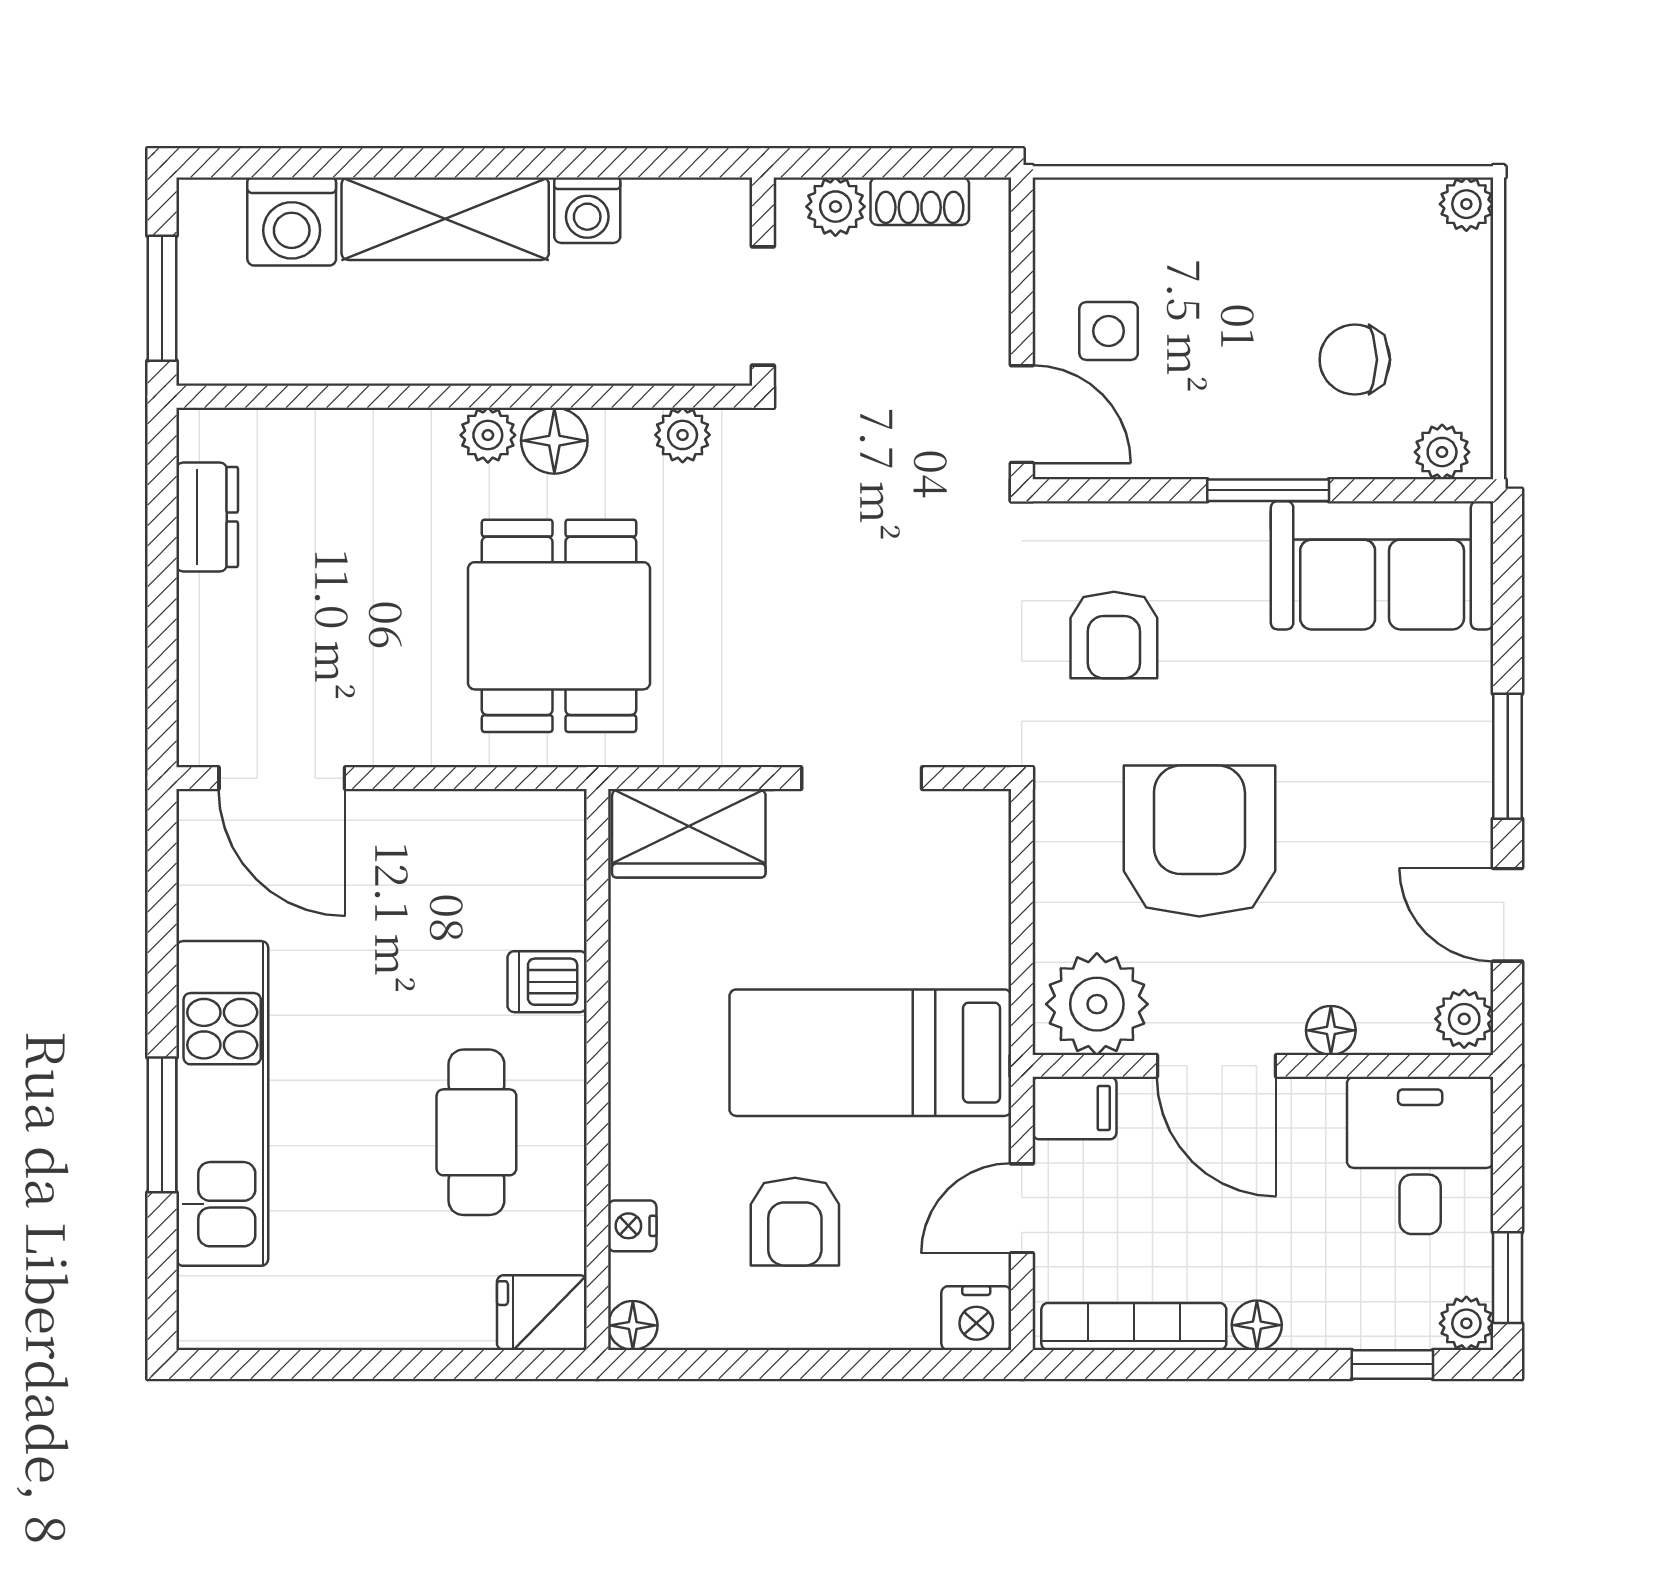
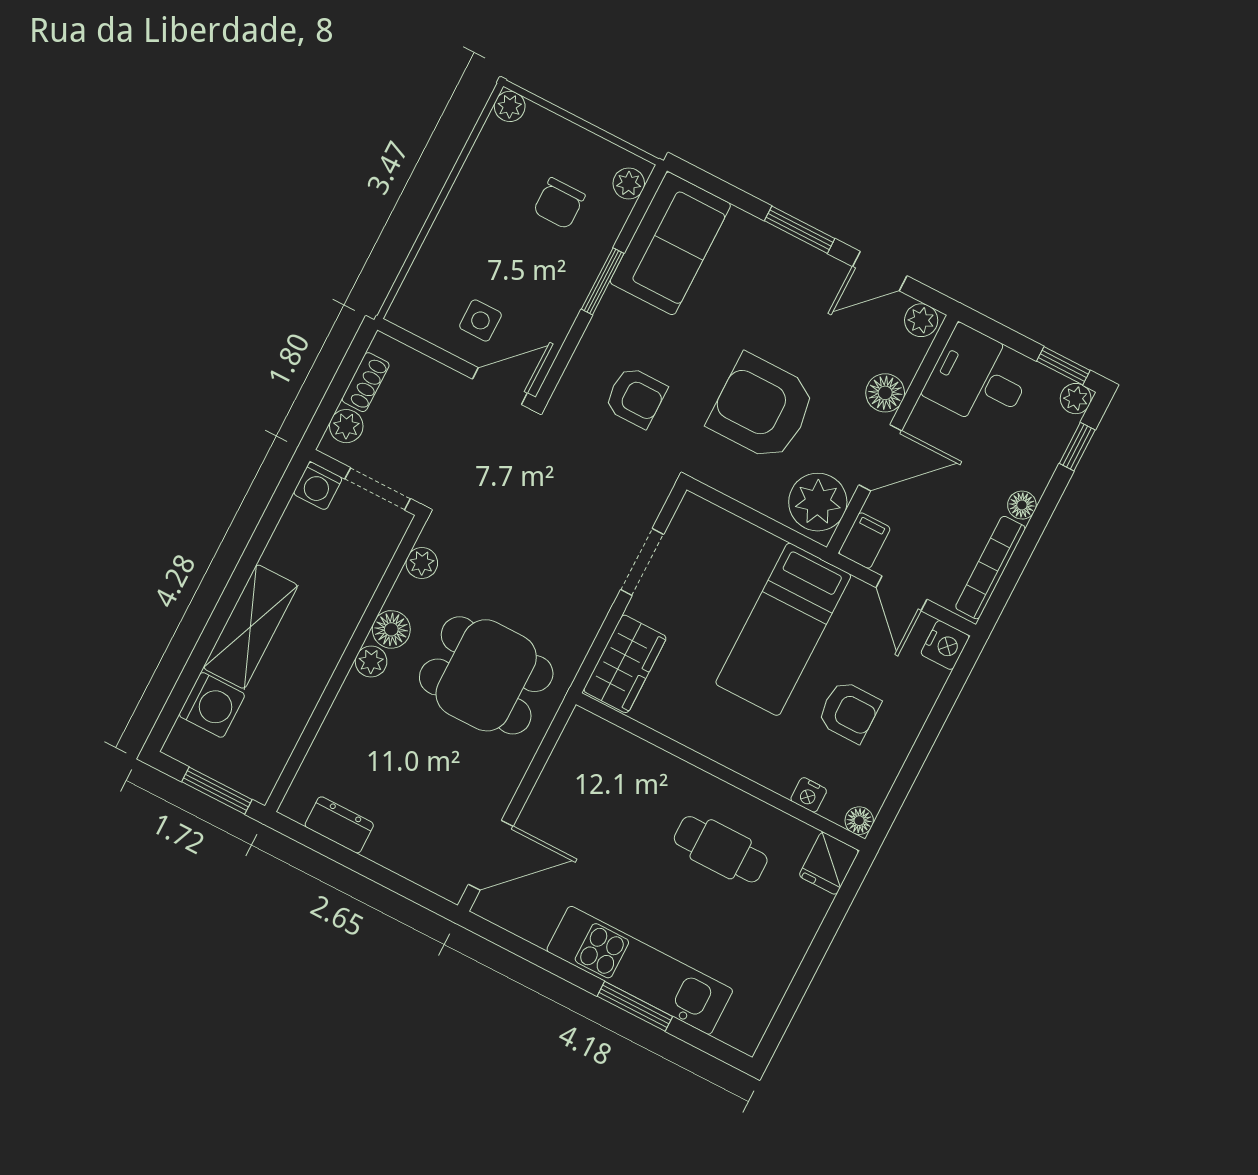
washing machine: (587, 210) -> (318, 486), moved, turned 90
dishwasher: (547, 982) -> (663, 774), removed
floor lamp: (1331, 1030) -> (885, 393), width x1.37, depth x1.37

